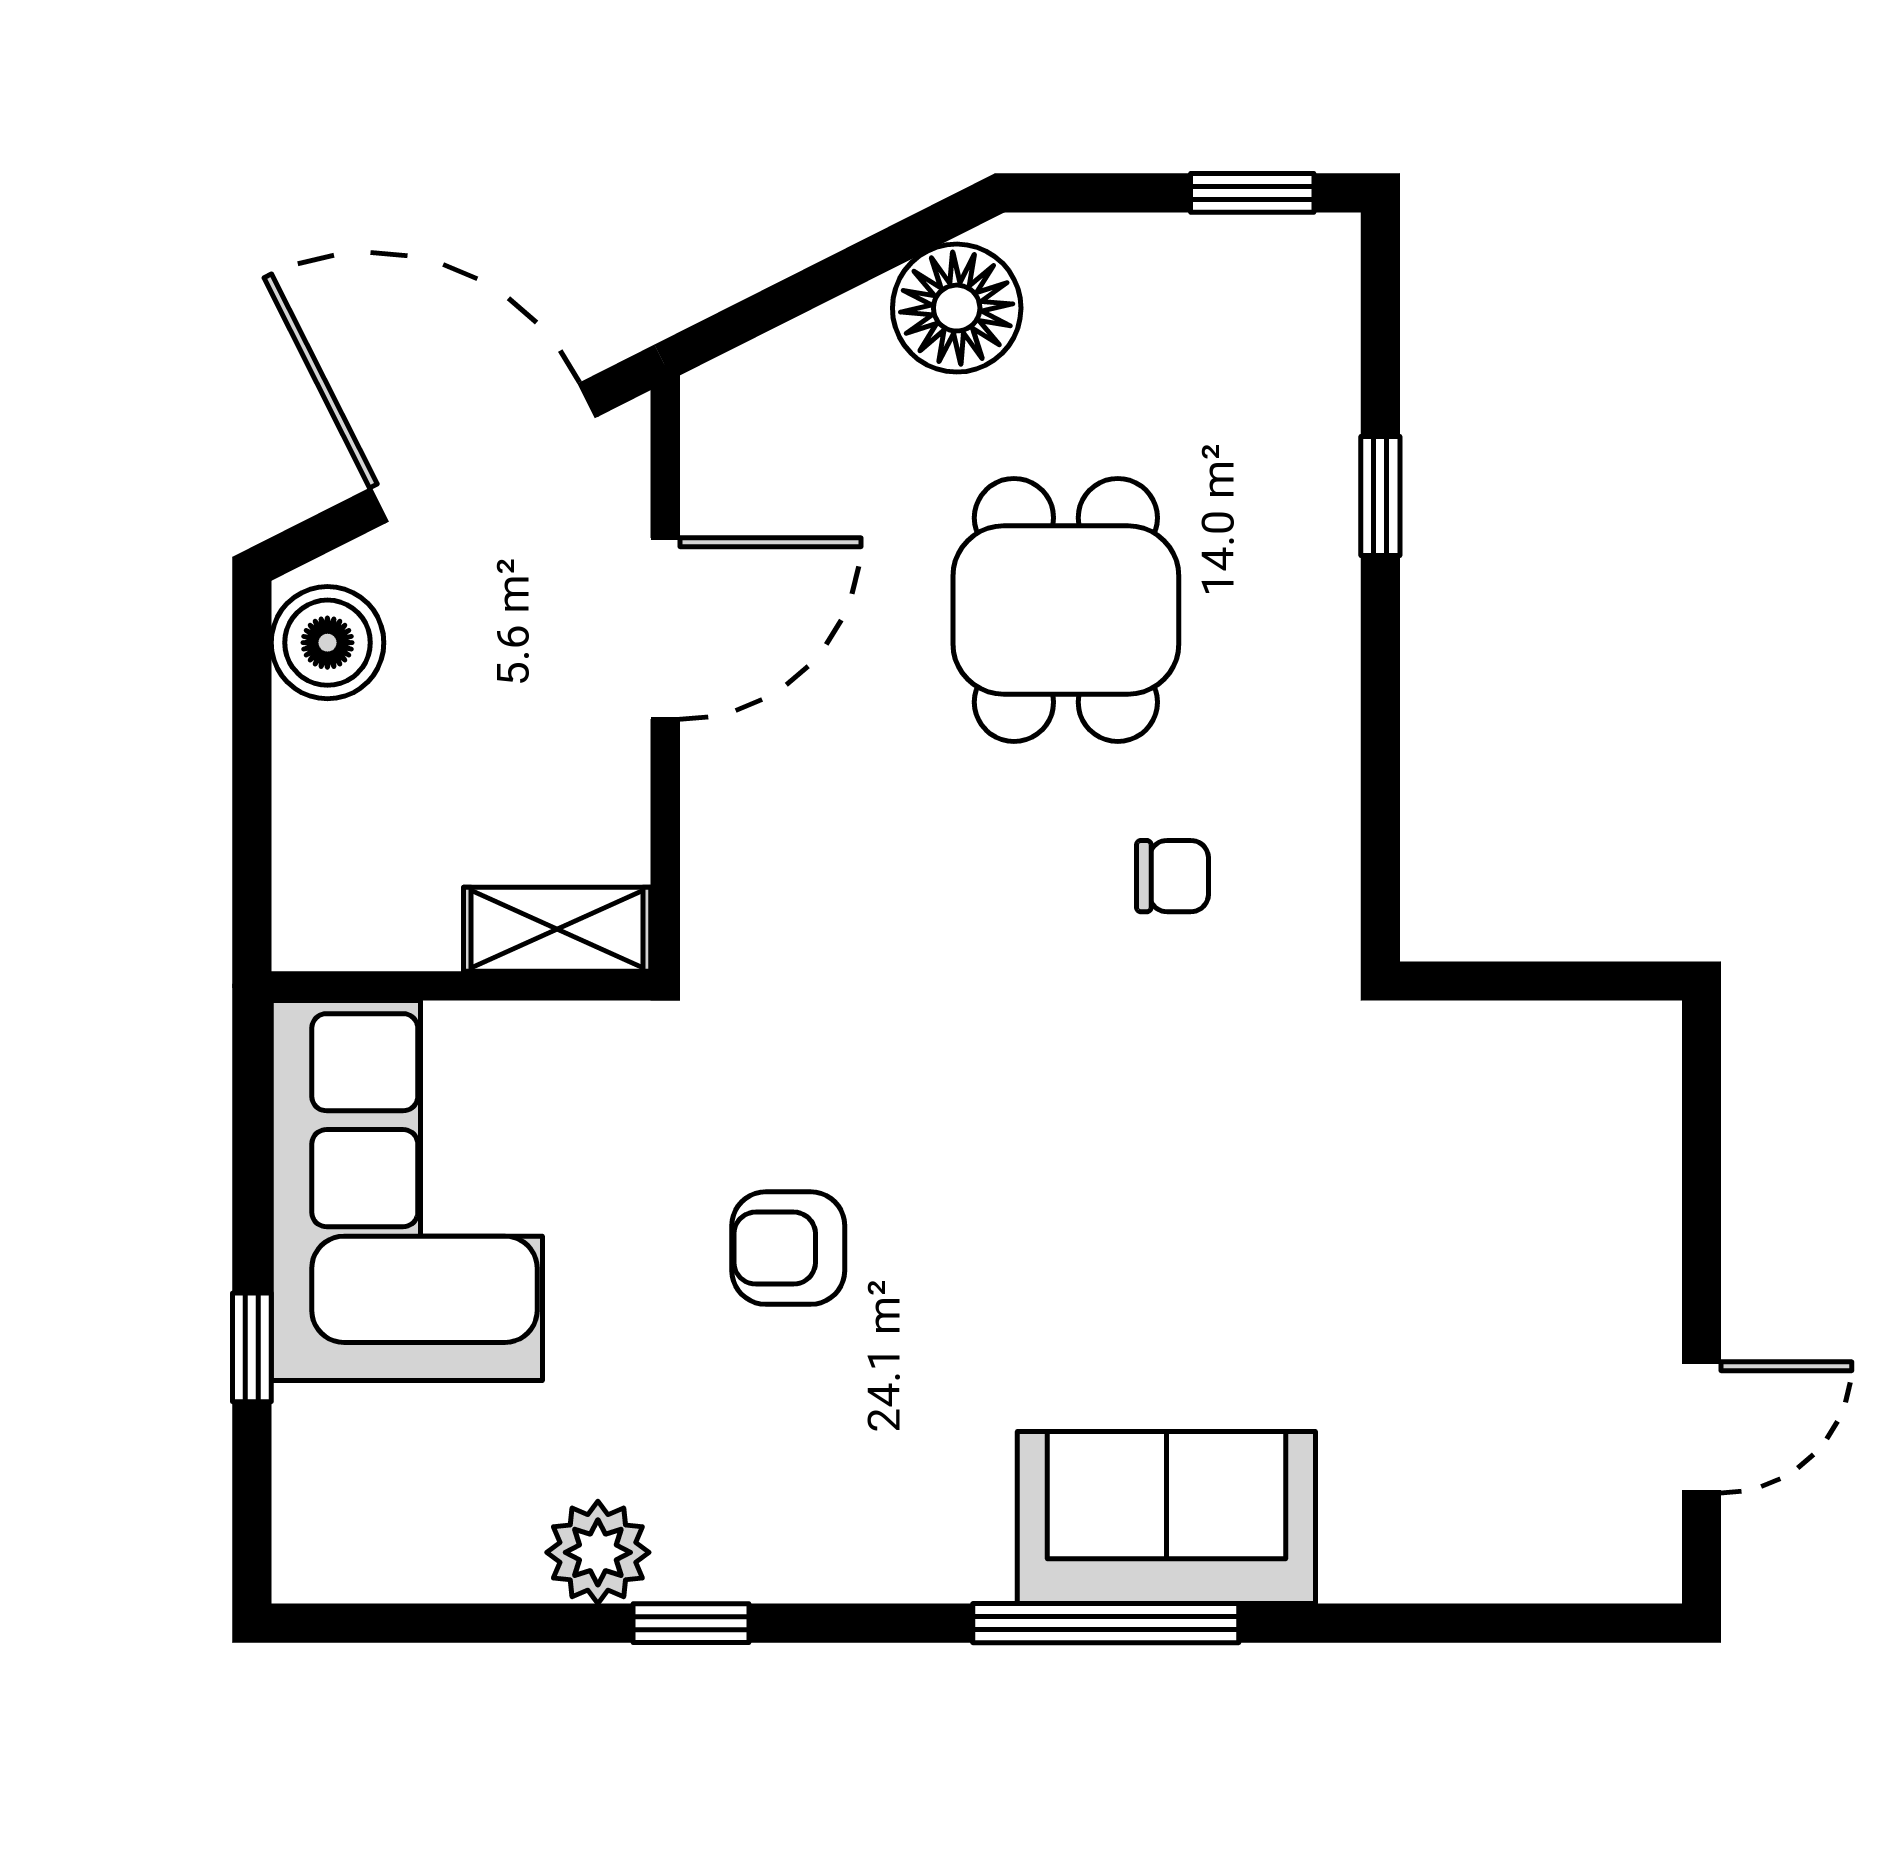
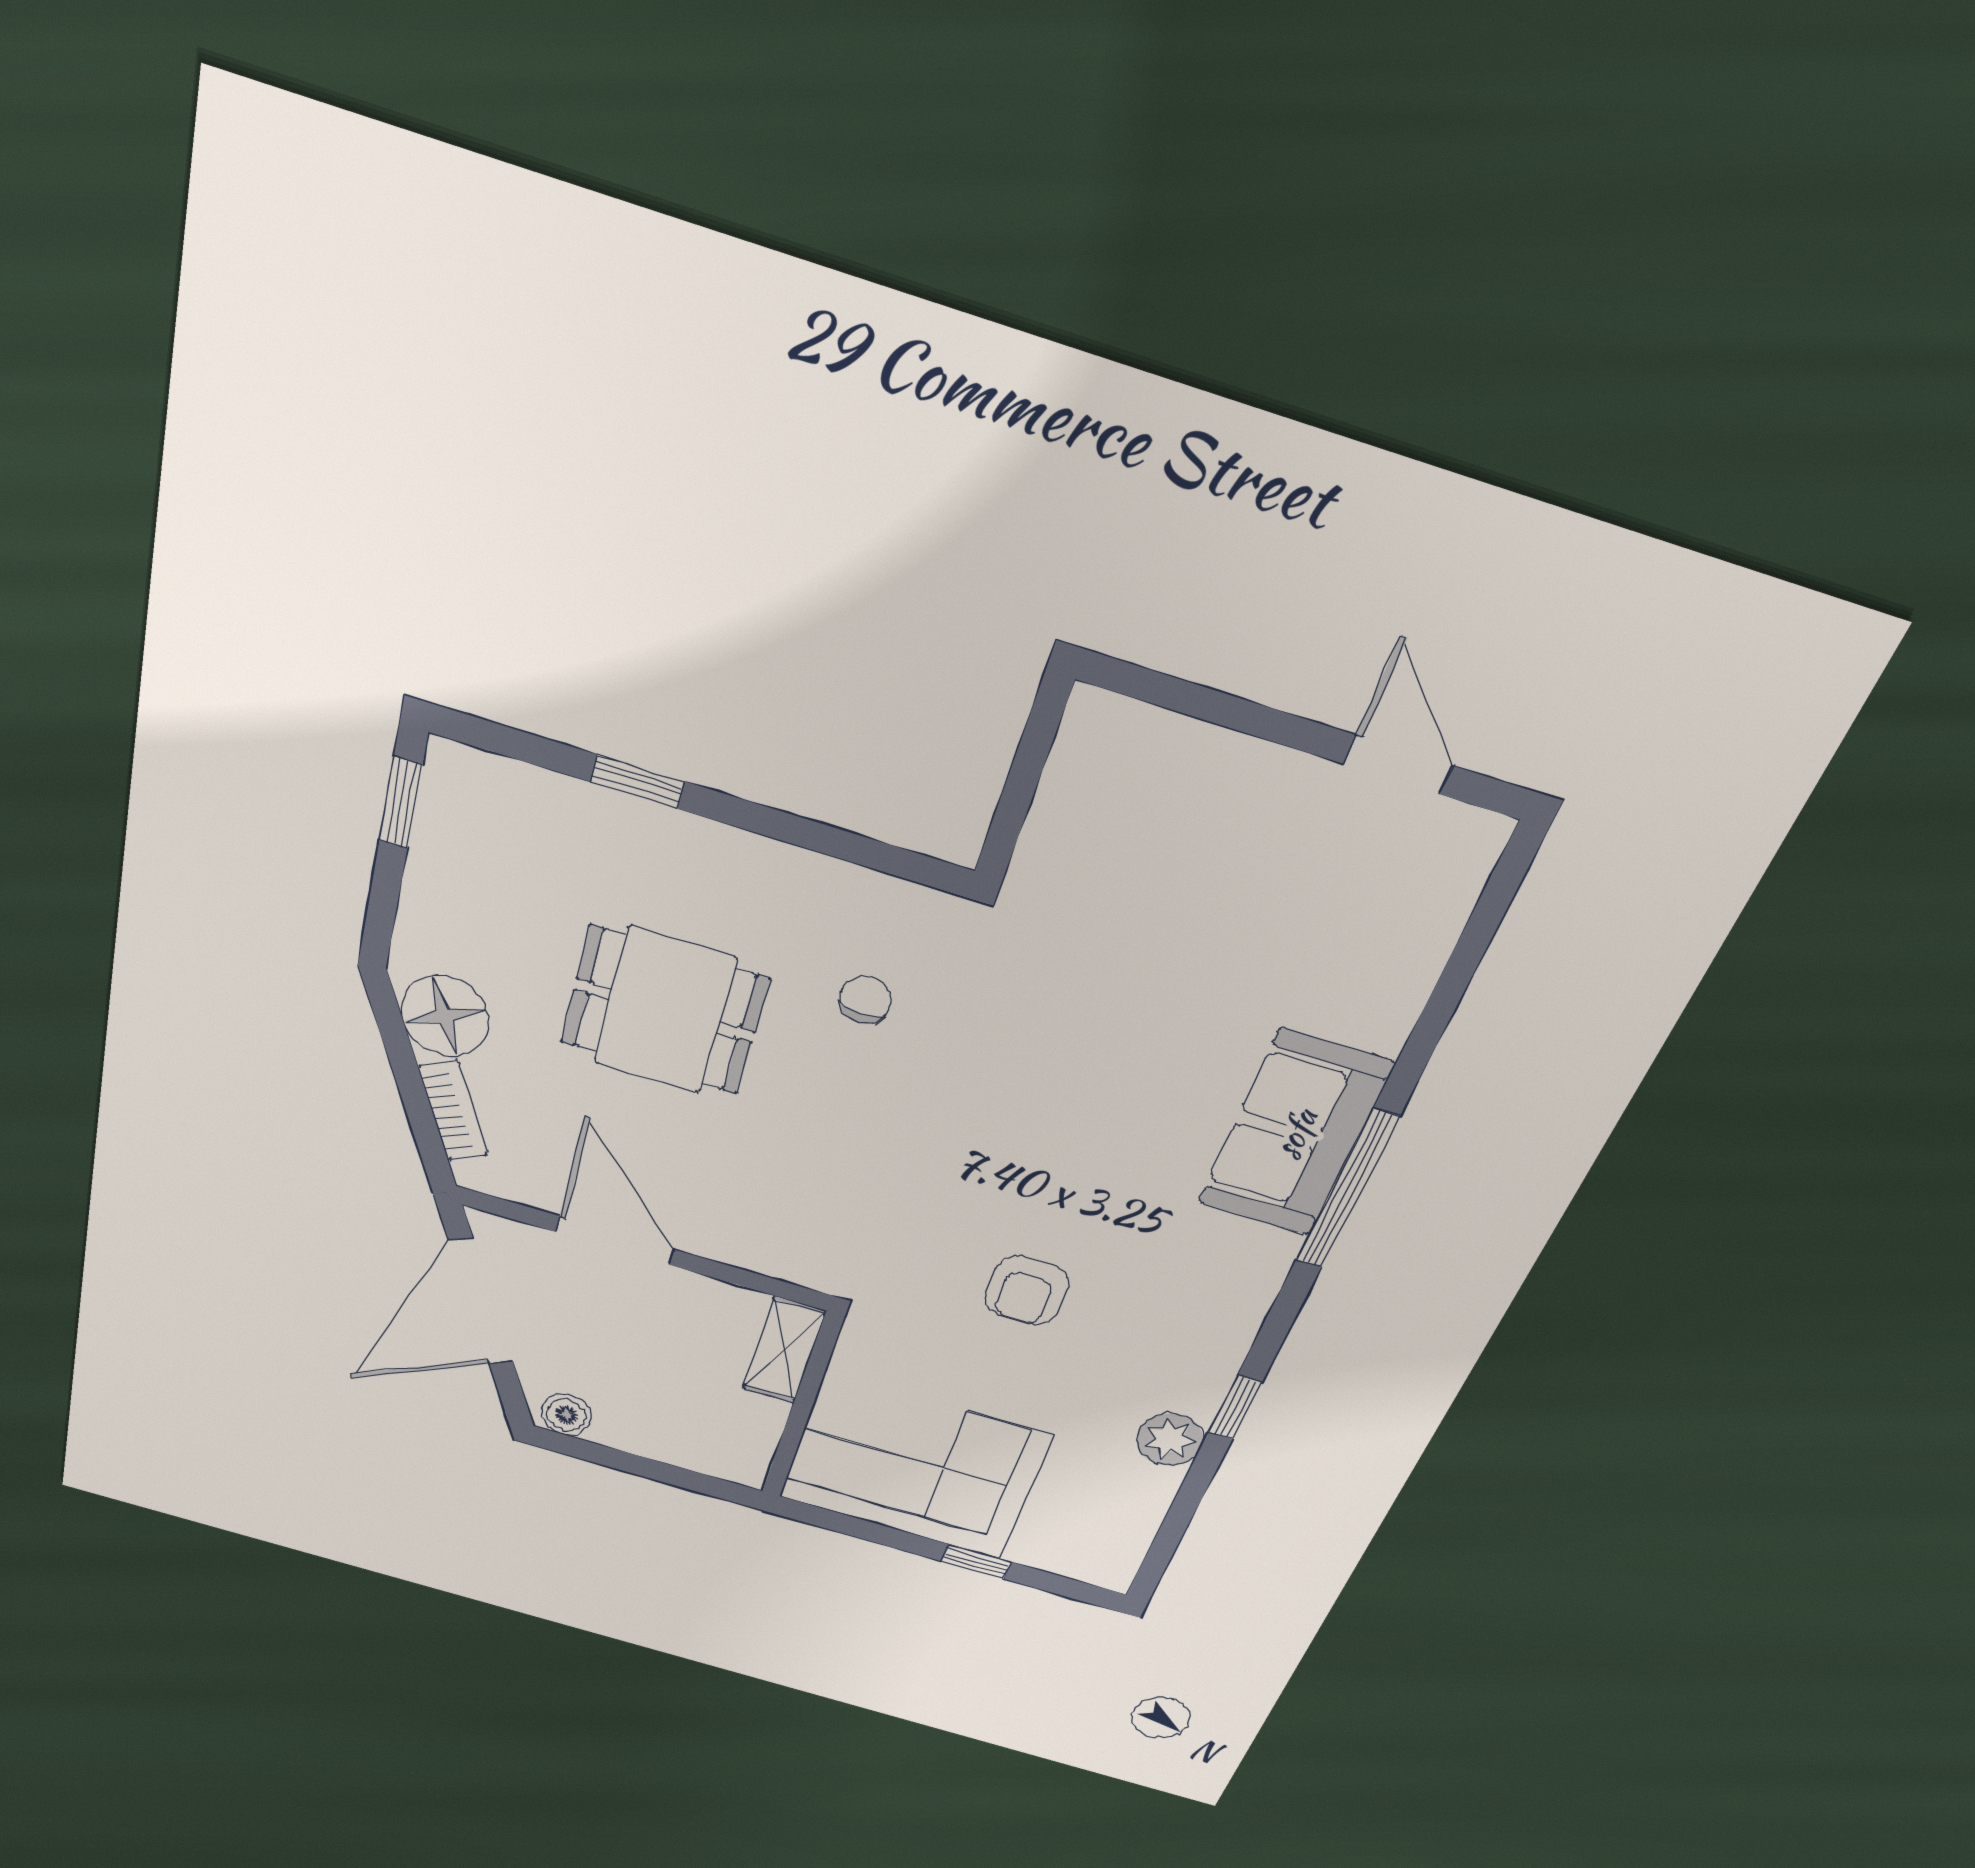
bookcase: (806, 348) -> (453, 1111), added
boiler: (327, 643) -> (566, 1415), width x0.73, depth x0.73

